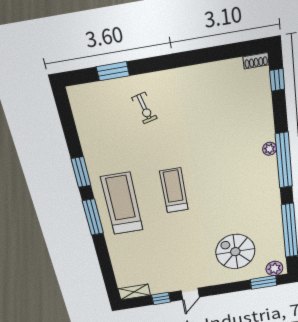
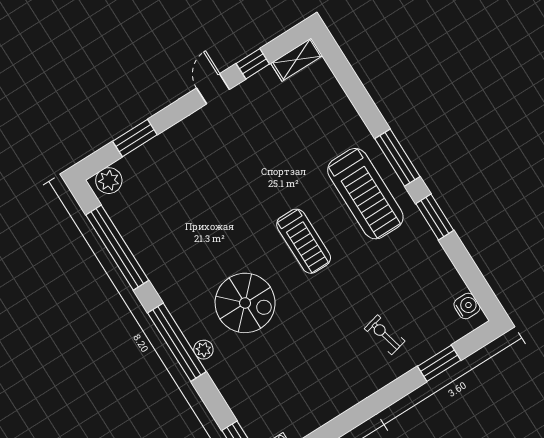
water cooler: (78, 104) -> (467, 306), added
spiral stairs: (235, 252) -> (245, 303), moved
window: (264, 282) -> (135, 138), moved

